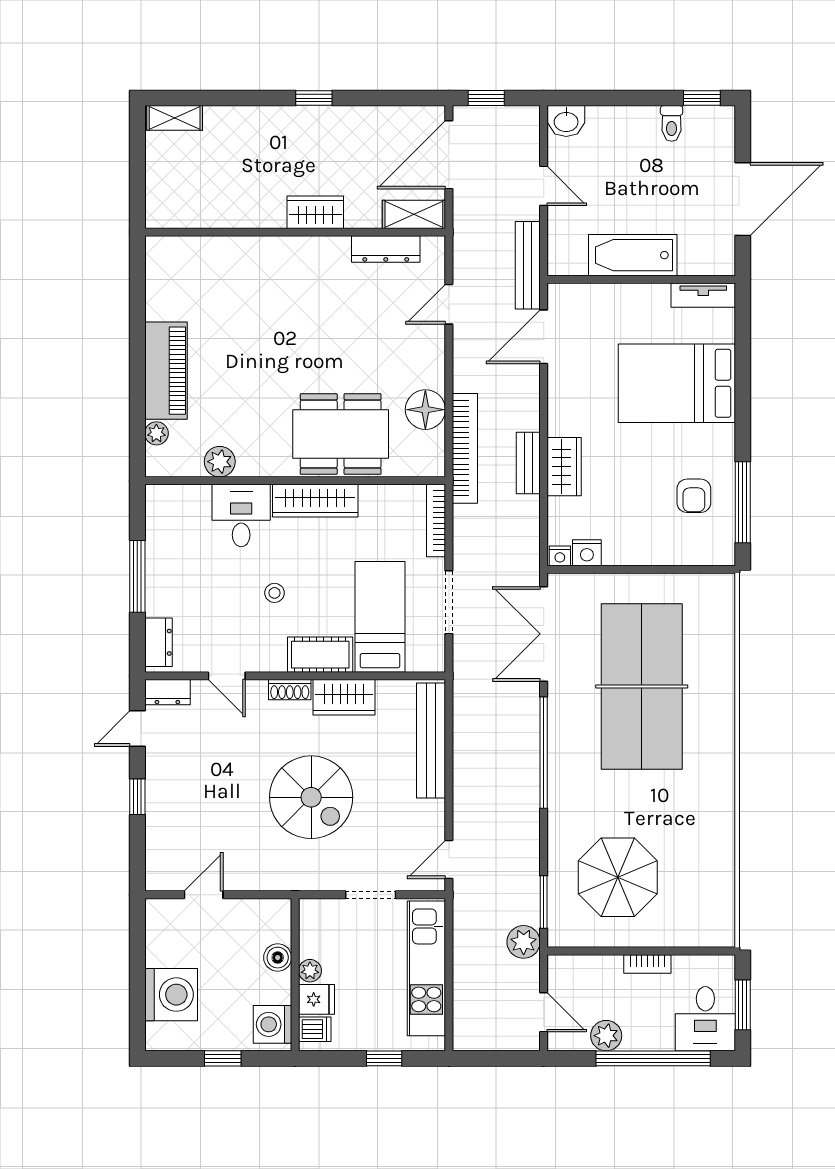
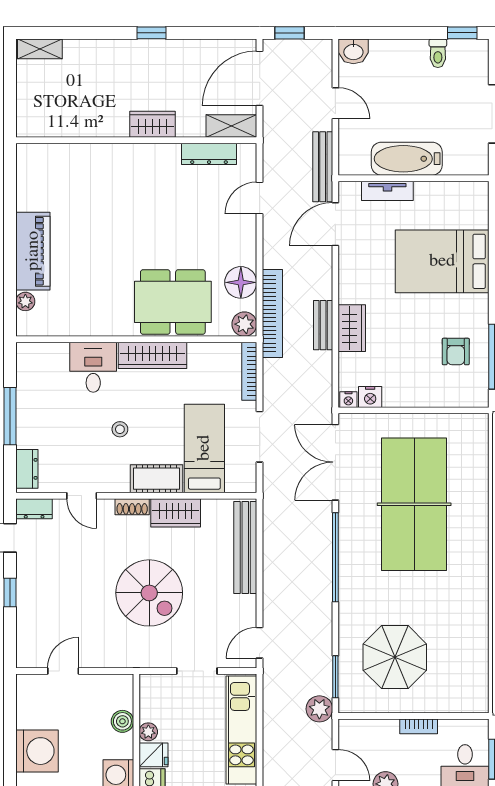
tv unit: (703, 295) -> (387, 191), moved
plant: (220, 462) -> (244, 324), moved

